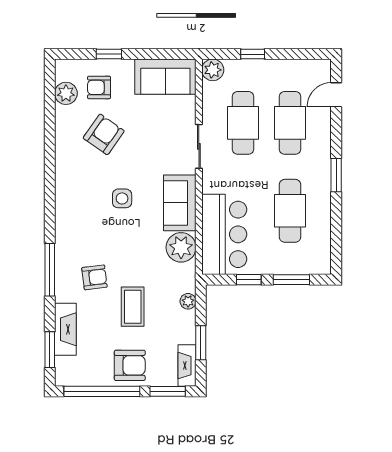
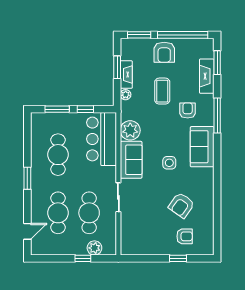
plant: (213, 70) -> (94, 248), moved
sofa: (165, 77) -> (202, 147), moved, turned -90
plant: (66, 93) -> (206, 232), removed
armchair: (94, 277) -> (188, 110), turned 97
armchair: (130, 365) -> (164, 52), turned -90
fireplace: (187, 366) -> (126, 75), moved

